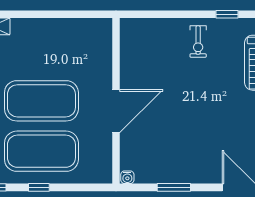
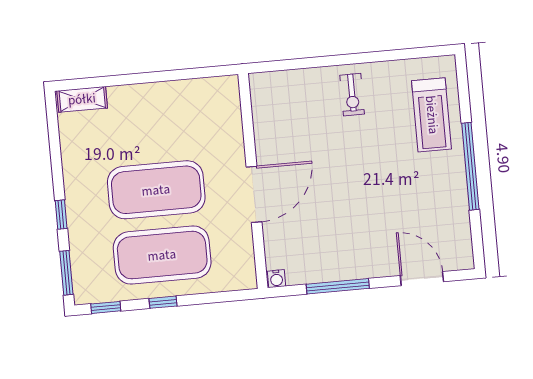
window: (227, 14) -> (386, 56), removed
window: (174, 187) -> (338, 286), width x1.44

